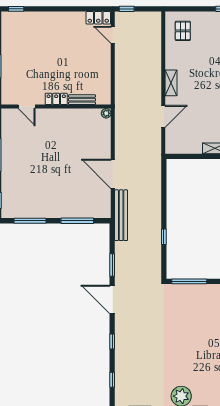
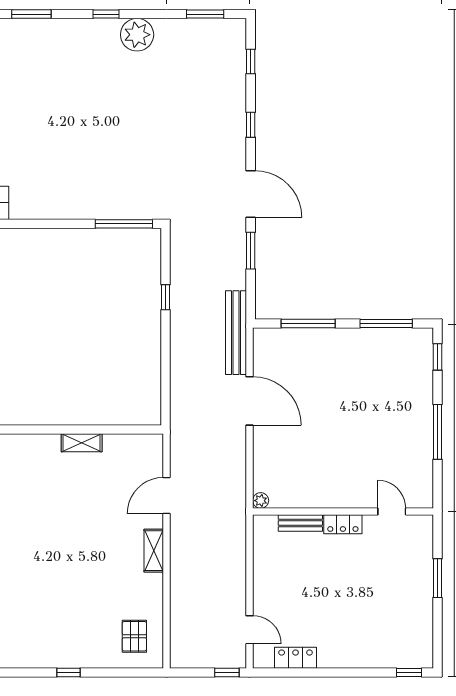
locker: (98, 18) -> (296, 658), moved

